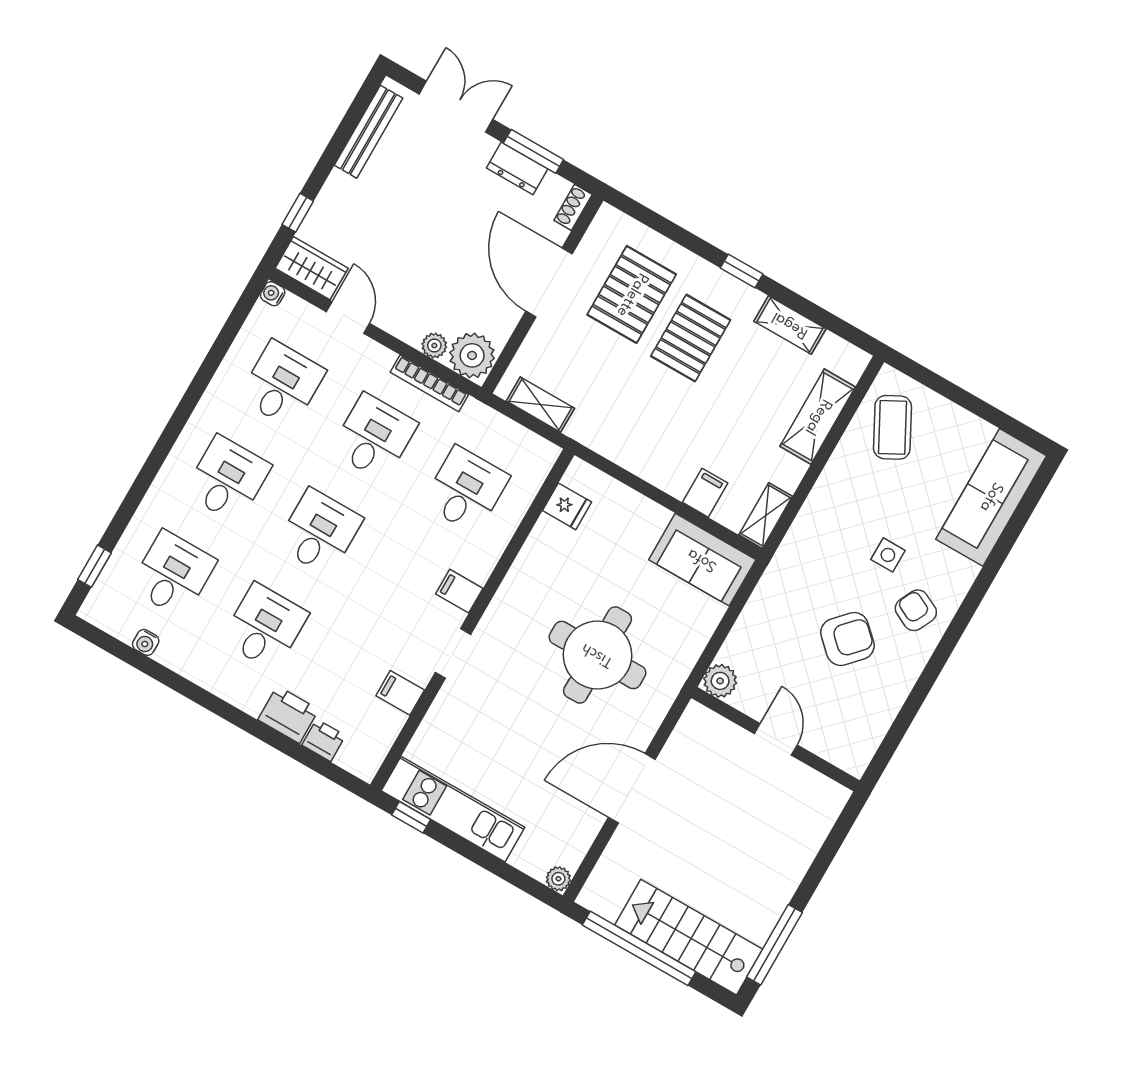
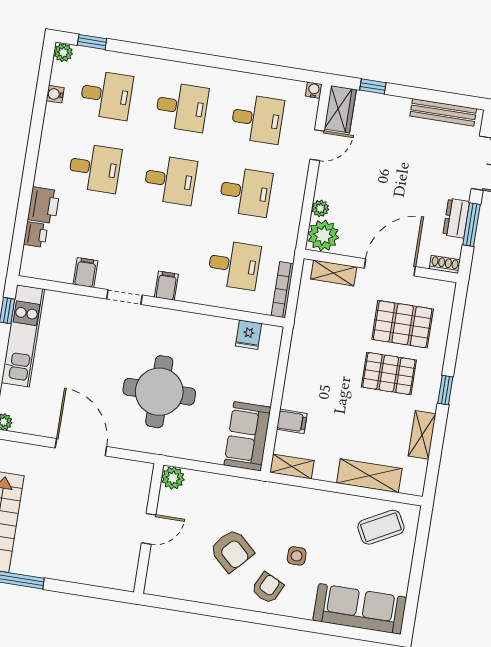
bookcase: (429, 383) -> (282, 290), moved
shelving: (540, 405) -> (334, 273), moved, turned 90
plant: (94, 610) -> (63, 53), added

